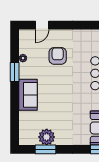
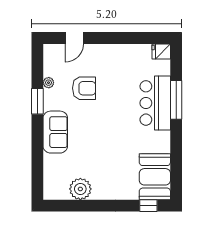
armchair: (58, 56) -> (84, 88), moved, turned 90
window: (46, 149) -> (79, 206), removed

